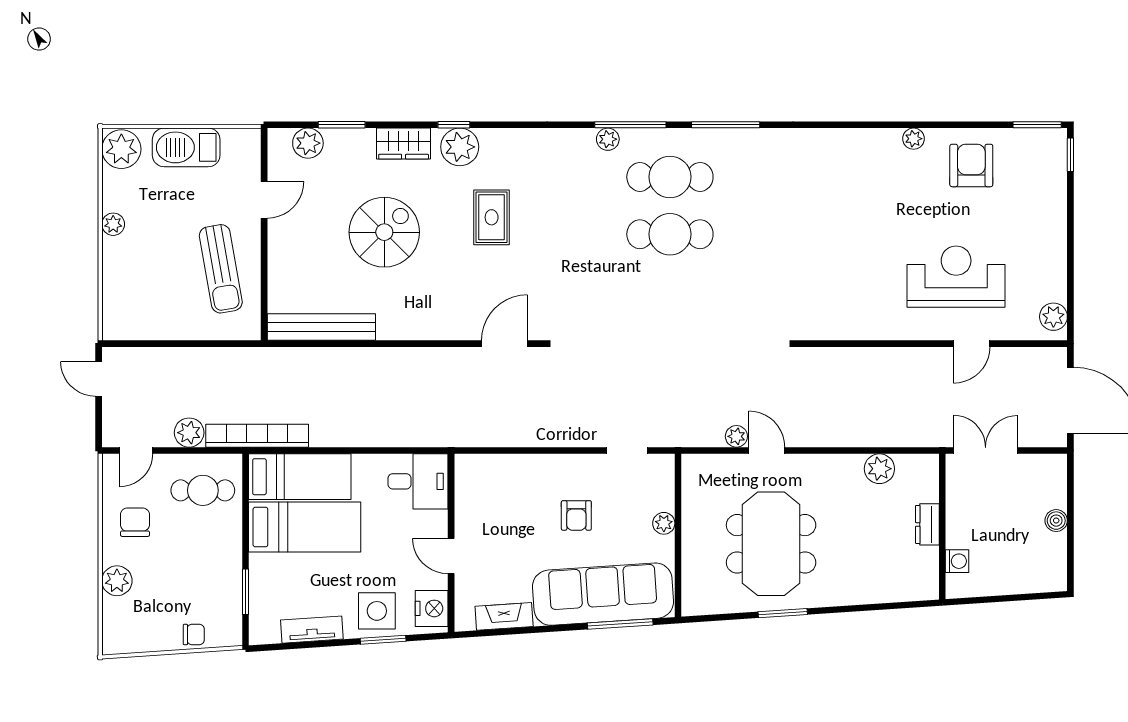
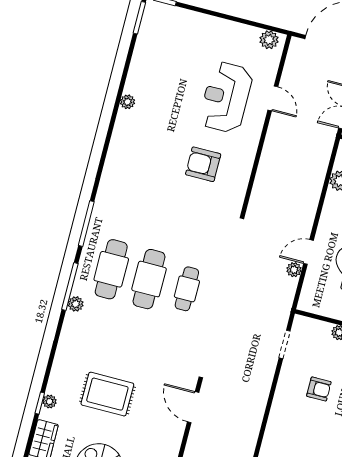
plant: (460, 147) -> (50, 402), width x0.53, depth x0.53
armchair: (971, 165) -> (203, 164), moved
rug: (492, 217) -> (107, 394), width x1.36, depth x1.43
cafe table: (670, 291) -> (187, 289), added

